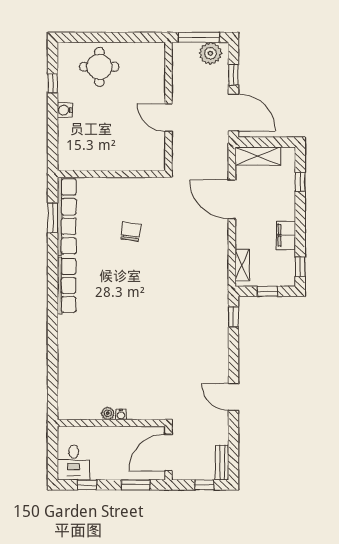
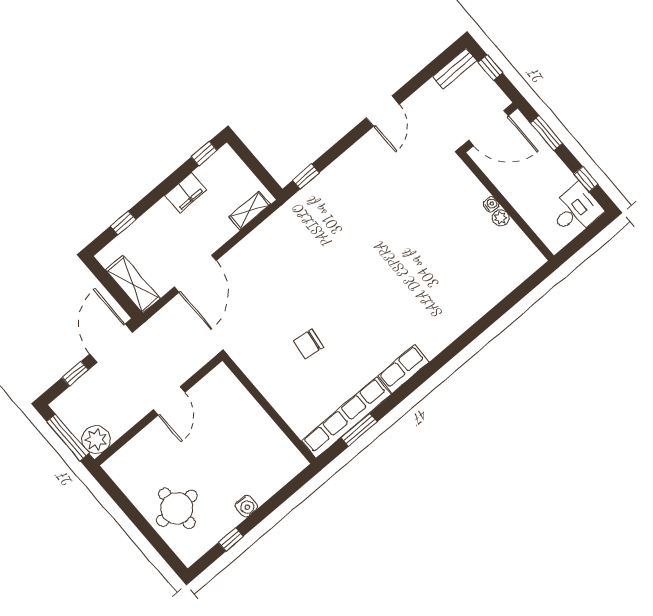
plant: (210, 53) -> (96, 440), moved
row of seats: (67, 286) -> (403, 369), width x0.68
window: (267, 291) -> (254, 165), removed

